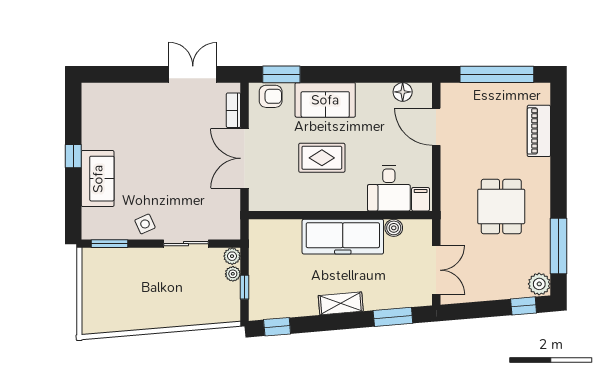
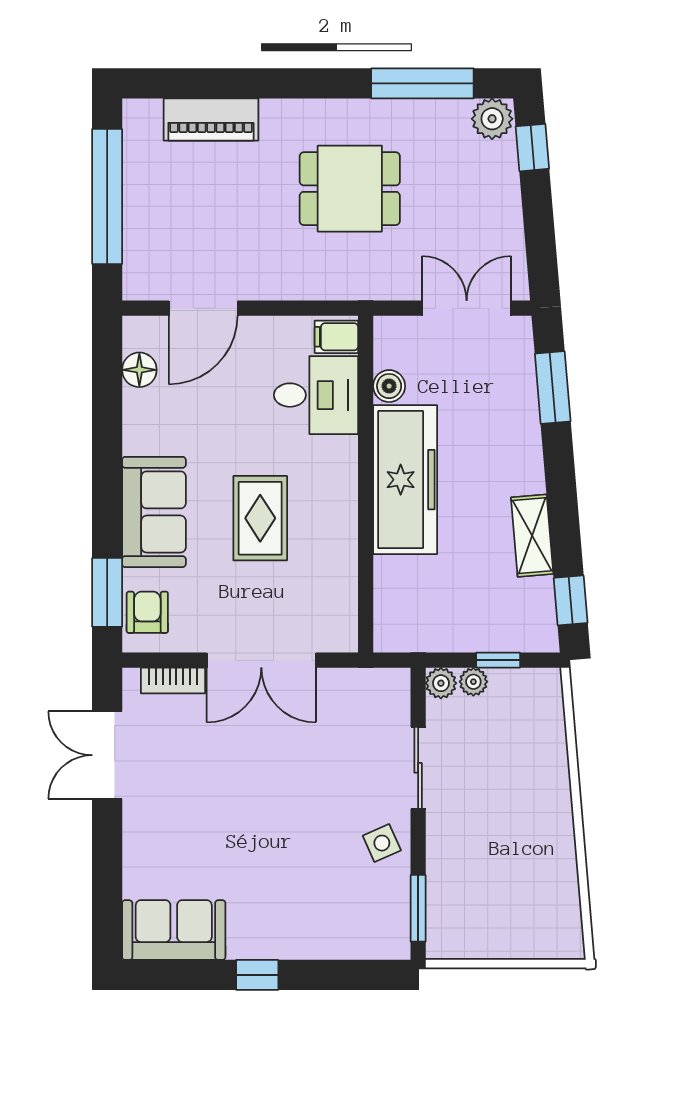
sofa: (98, 179) -> (174, 930), moved
shelving: (341, 303) -> (532, 536), moved

